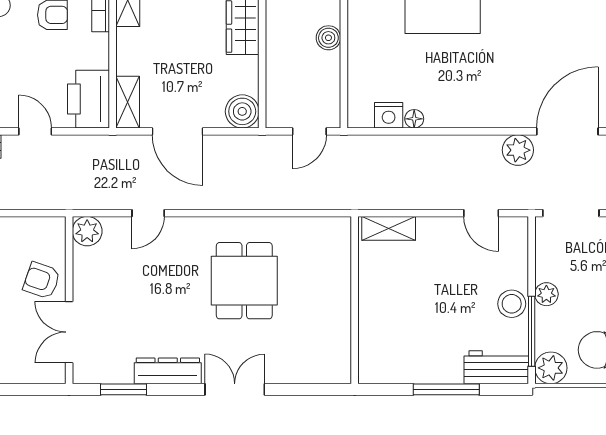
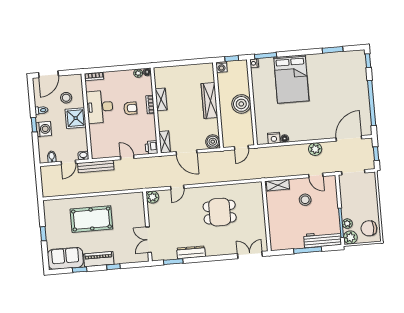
boiler: (328, 38) -> (241, 104), width x1.86, depth x1.86
printer: (88, 99) -> (152, 147), width x0.53, depth x0.68
plant: (518, 150) -> (315, 149), moved
armchair: (42, 280) -> (135, 219), removed
dining table: (244, 281) -> (220, 212), turned 90
plant: (546, 294) -> (347, 224), moved
stool: (512, 304) -> (305, 200), moved
workbench: (496, 367) -> (323, 240), width x1.38
double door: (235, 389) -> (250, 255), moved

